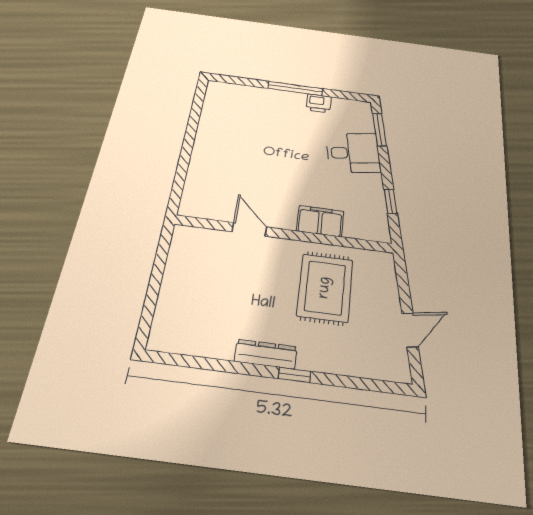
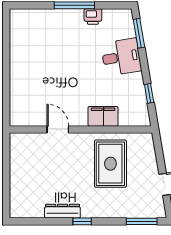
dresser: (266, 354) -> (62, 211), moved
window: (294, 375) -> (82, 221), moved
window: (370, 385) -> (142, 221), added

